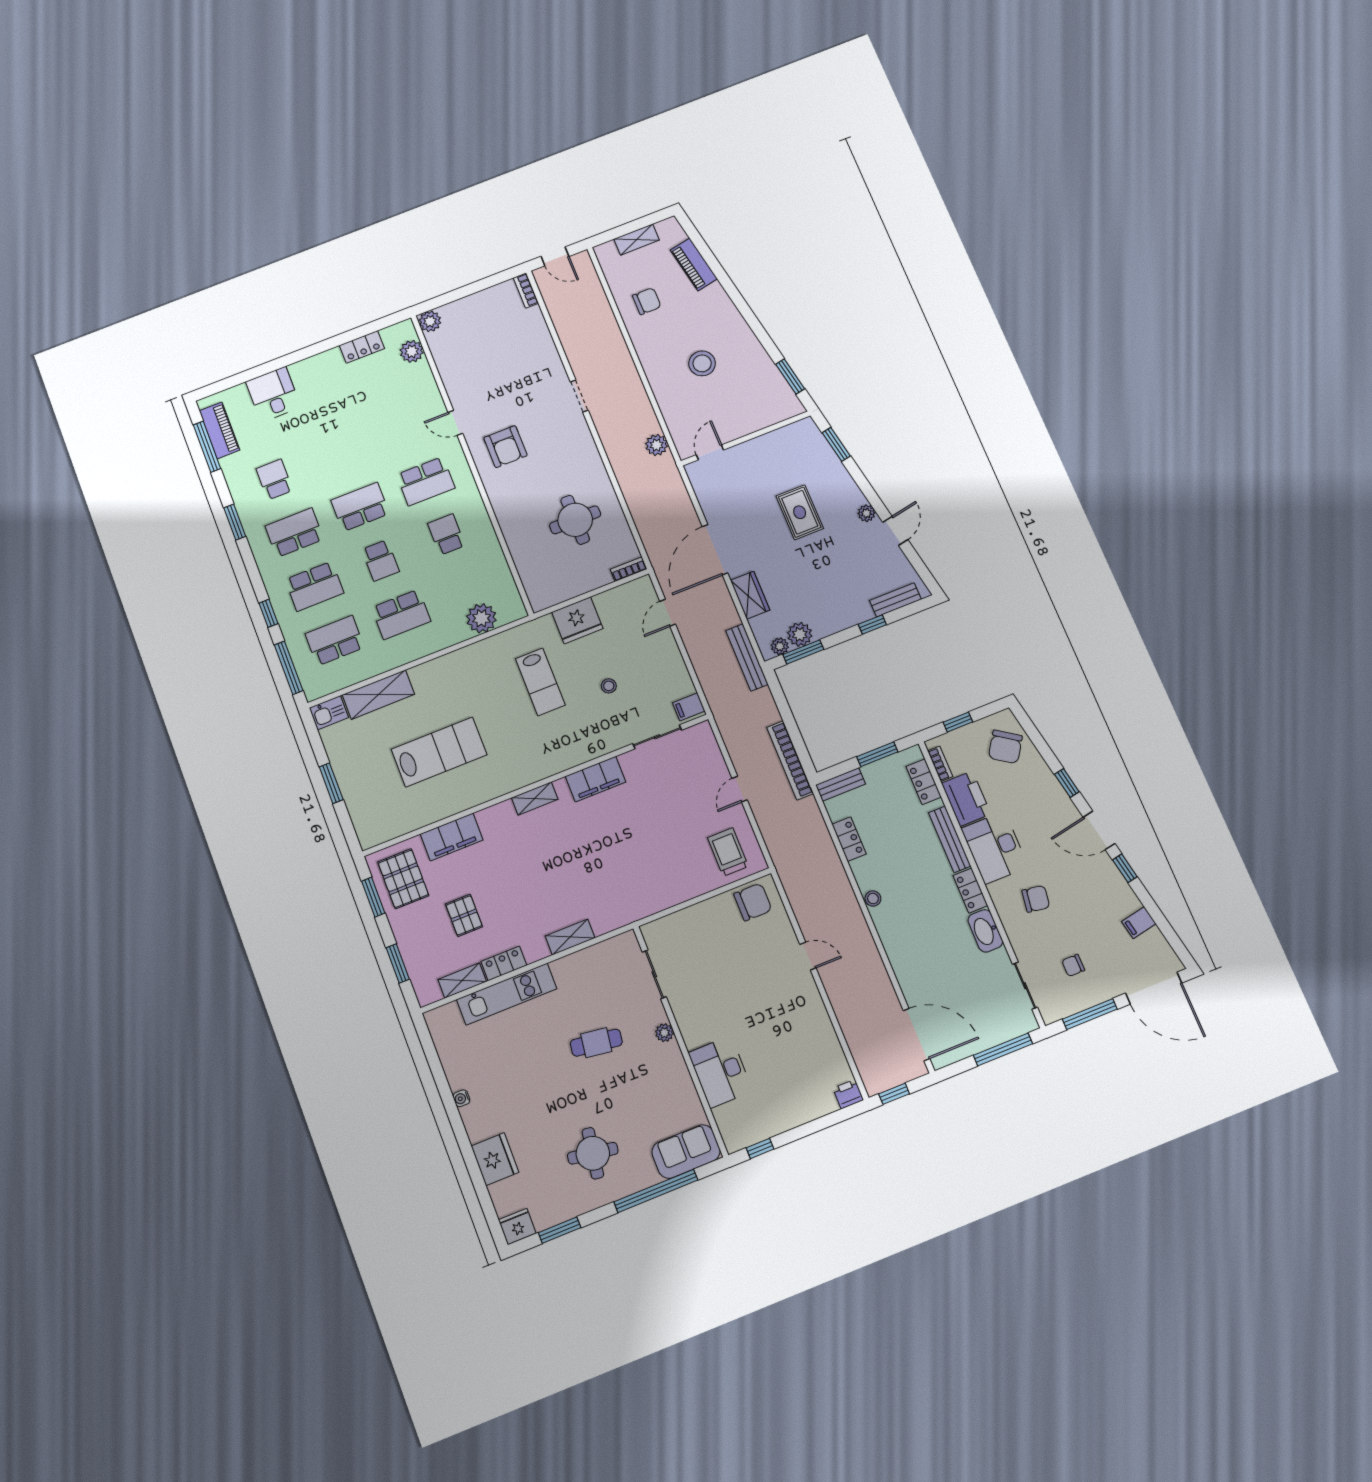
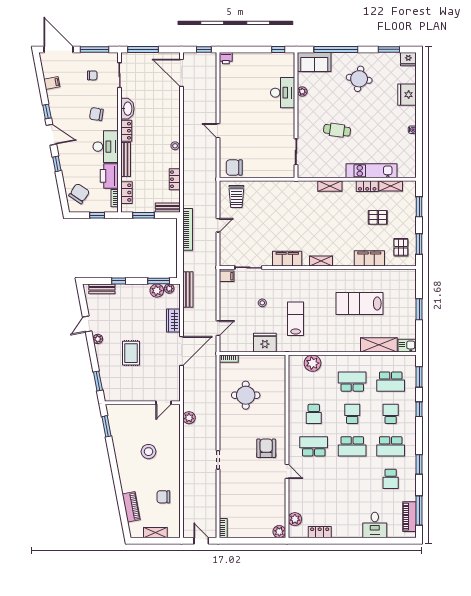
school desk: (314, 586) -> (391, 414), width x0.54
window: (289, 668) -> (419, 377), width x0.69
pallet: (403, 879) -> (401, 247), width x0.67, depth x0.71
pallet: (464, 915) -> (378, 217), turned 90
plant: (664, 1033) -> (302, 92), moved

